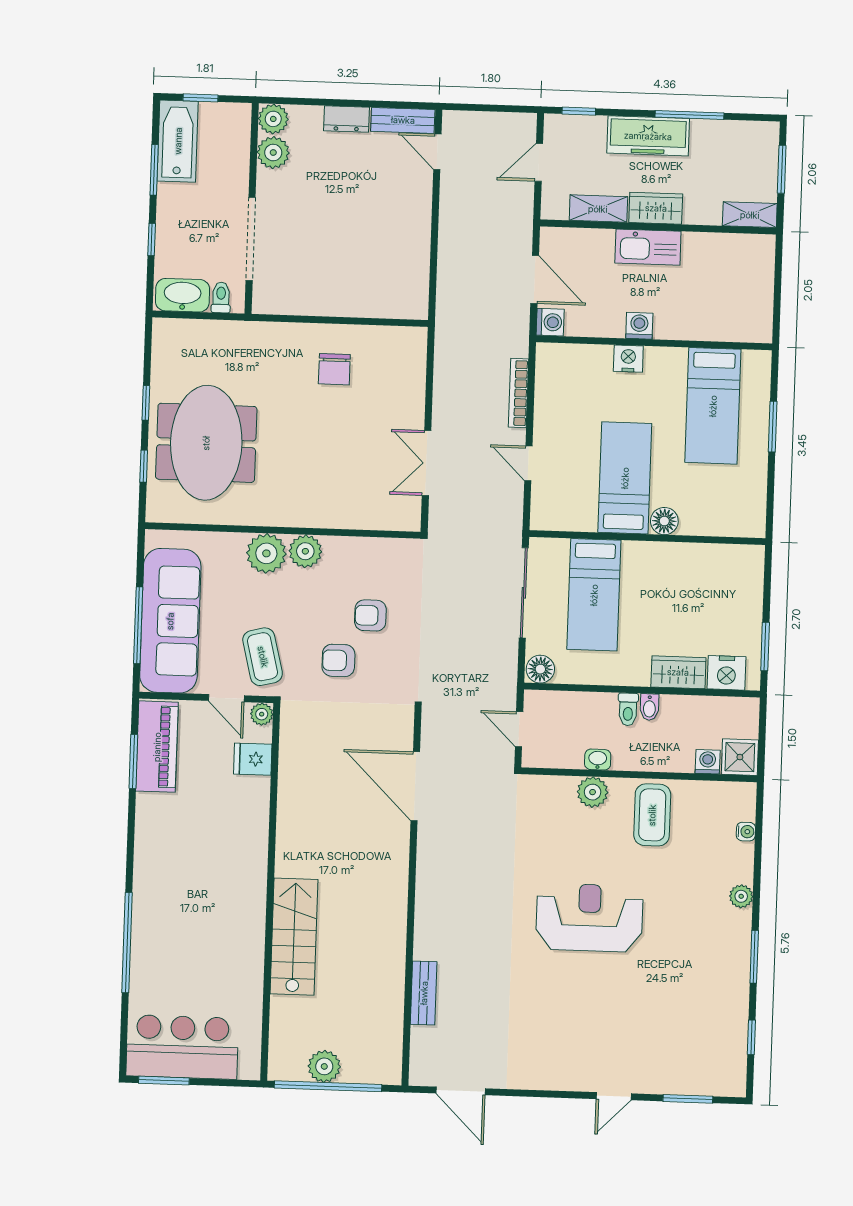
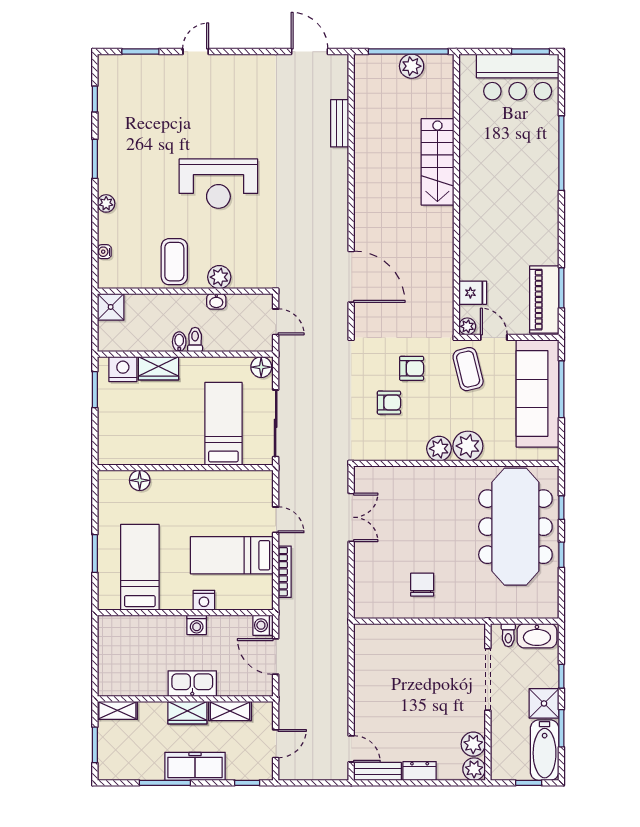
shower: (176, 204) -> (544, 703), added
meeting table: (206, 443) -> (515, 527), width x1.36
bed: (625, 478) -> (232, 555), moved, turned 90
floor lamp: (664, 521) -> (140, 480), moved
washing machine: (708, 762) -> (135, 303), removed

